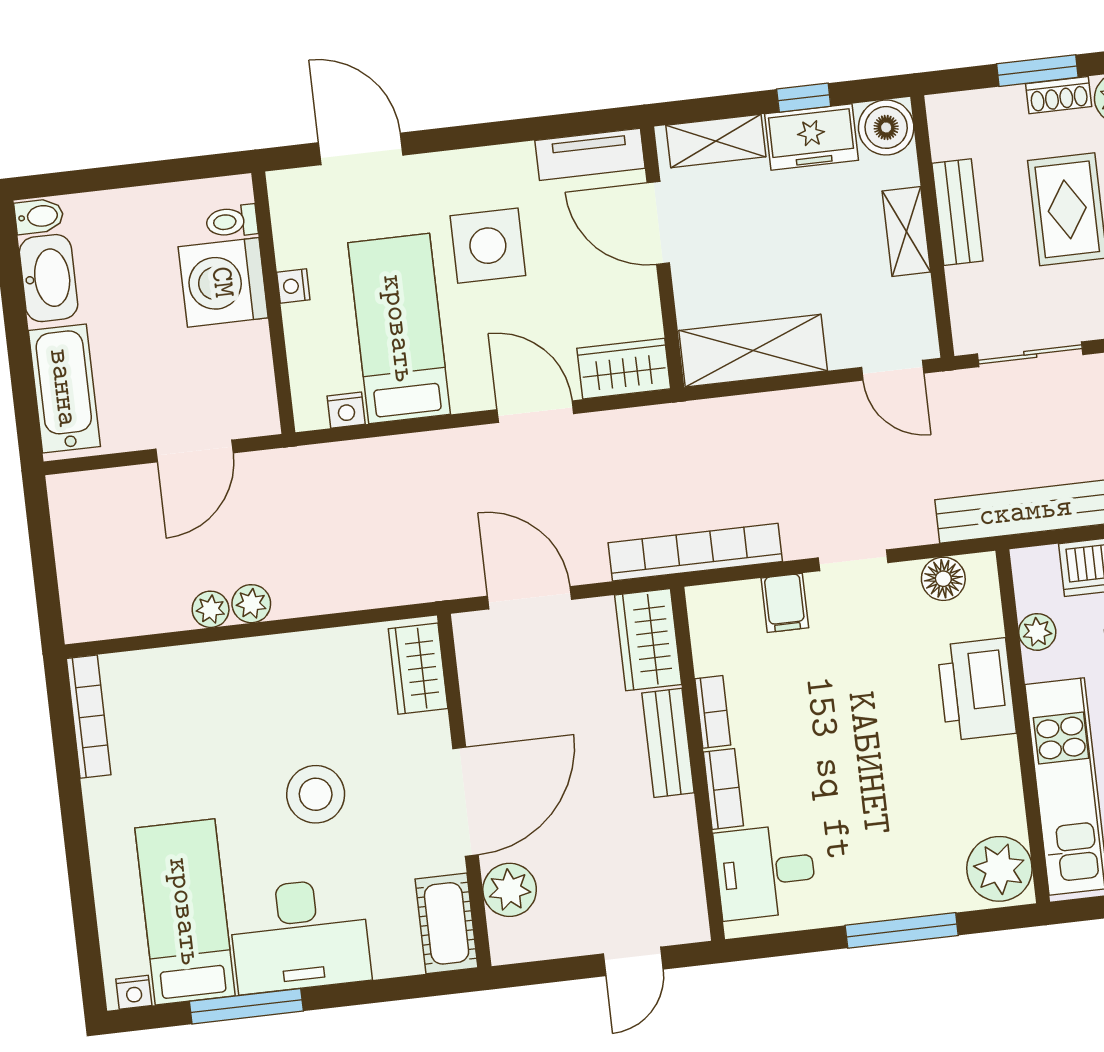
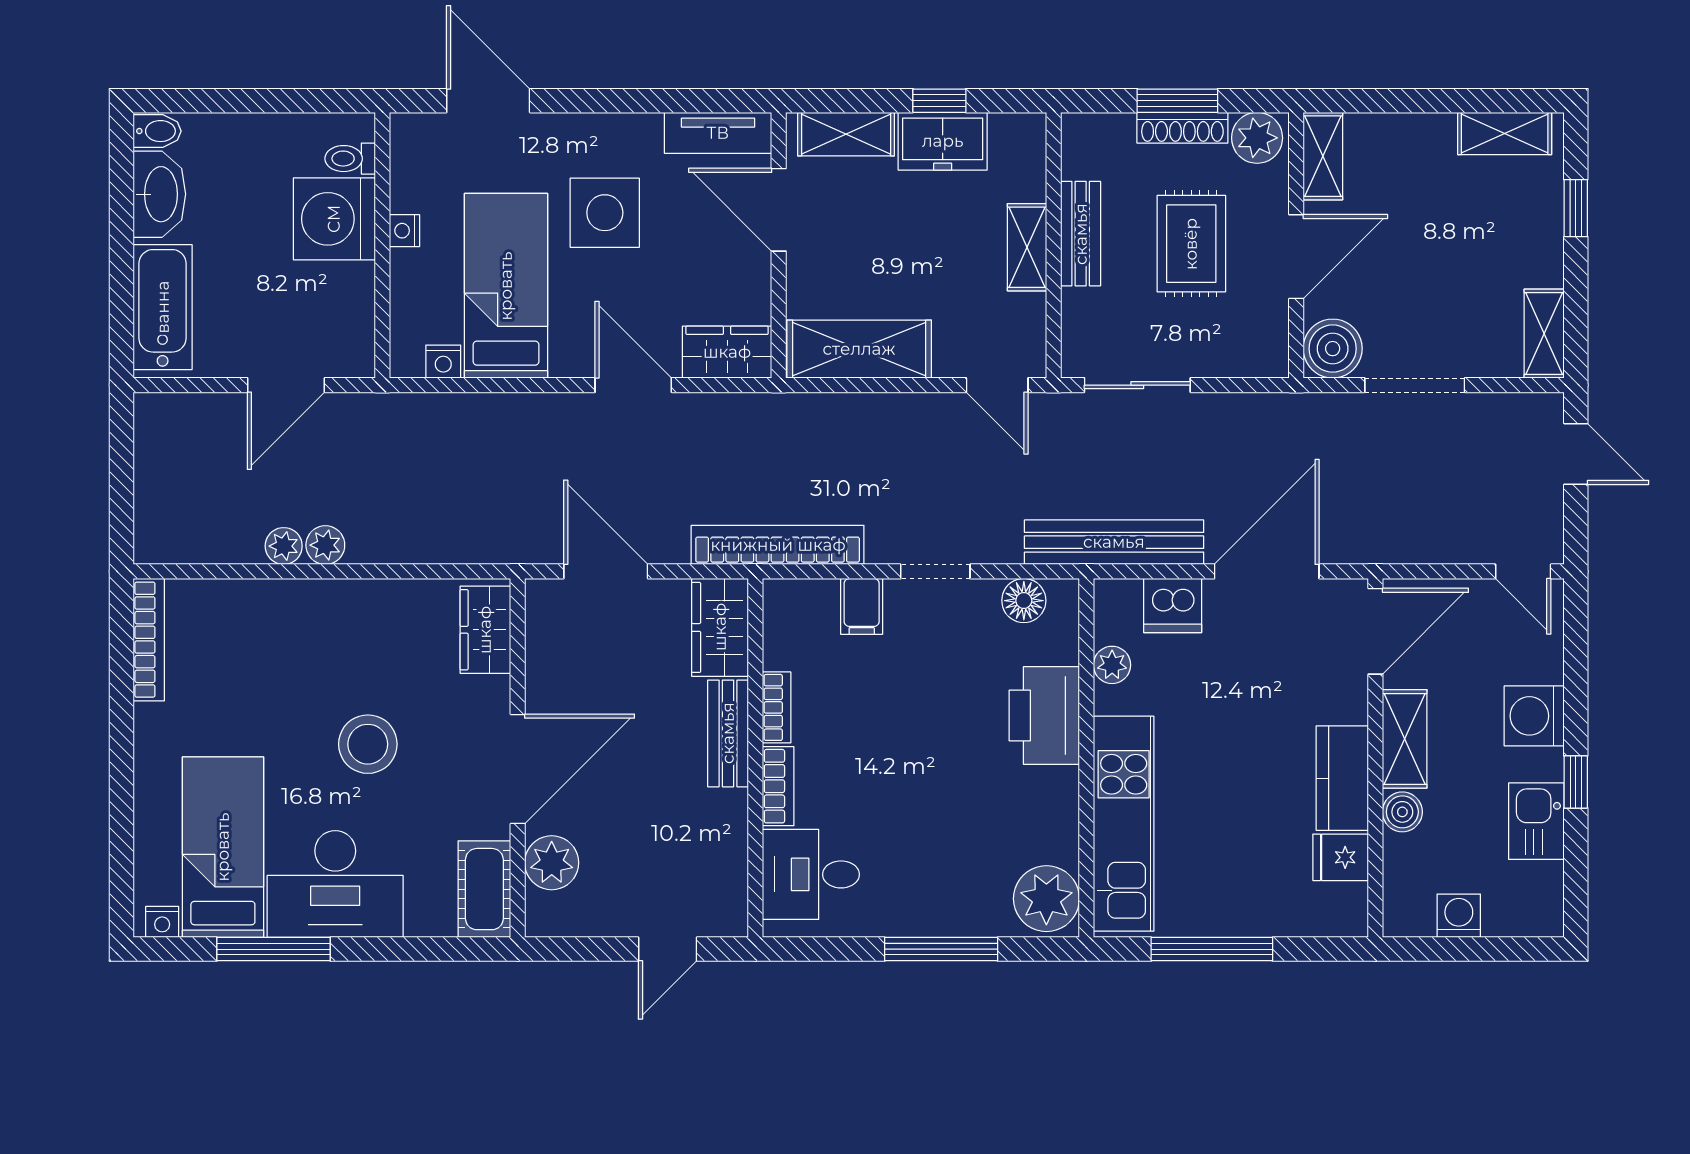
shoe rack: (1059, 95) -> (1182, 128), width x1.43
boiler: (886, 127) -> (1019, 140), removed

